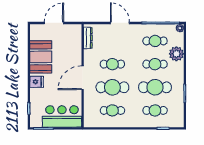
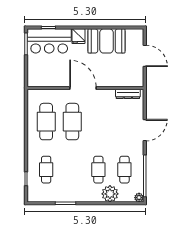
cafe table: (112, 64) -> (98, 122), removed
cafe table: (155, 87) -> (72, 170), removed
cafe table: (112, 110) -> (46, 122), width x1.37, depth x1.35
bar counter: (62, 116) -> (49, 41), moved, turned 90

